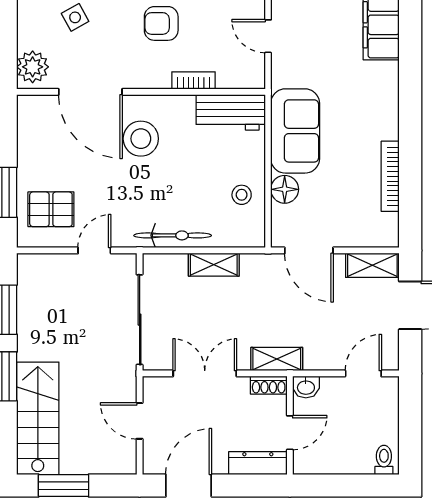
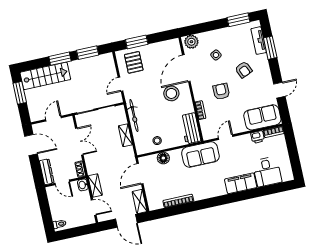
sofa: (295, 131) -> (200, 155), moved
door: (94, 250) -> (121, 84), swing flipped
shelving: (277, 359) -> (95, 186), moved

